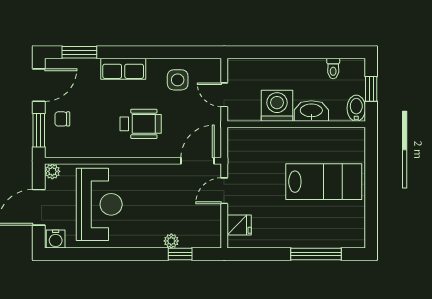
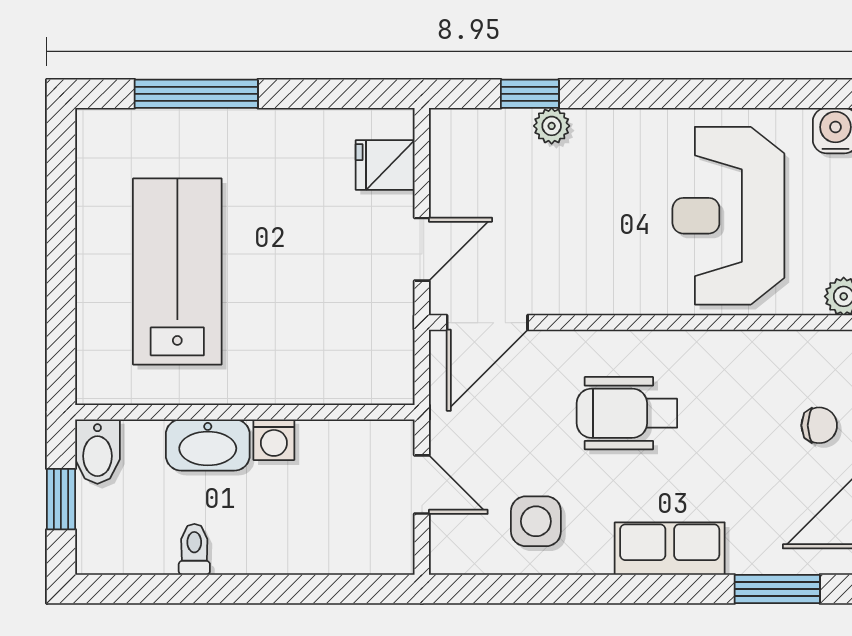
toilet: (333, 68) -> (194, 549), moved
washing machine: (277, 106) -> (274, 440), width x0.53, depth x0.53
lab bench: (324, 182) -> (177, 272), turned 90

